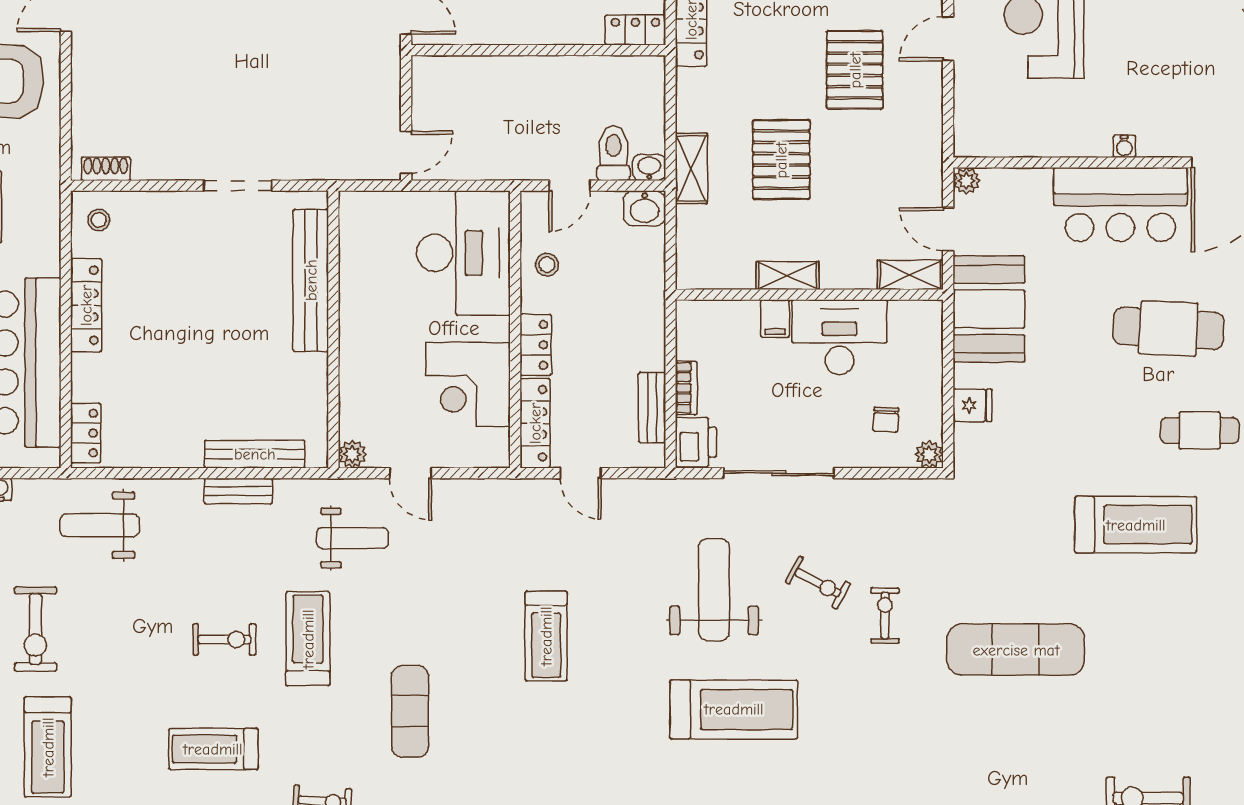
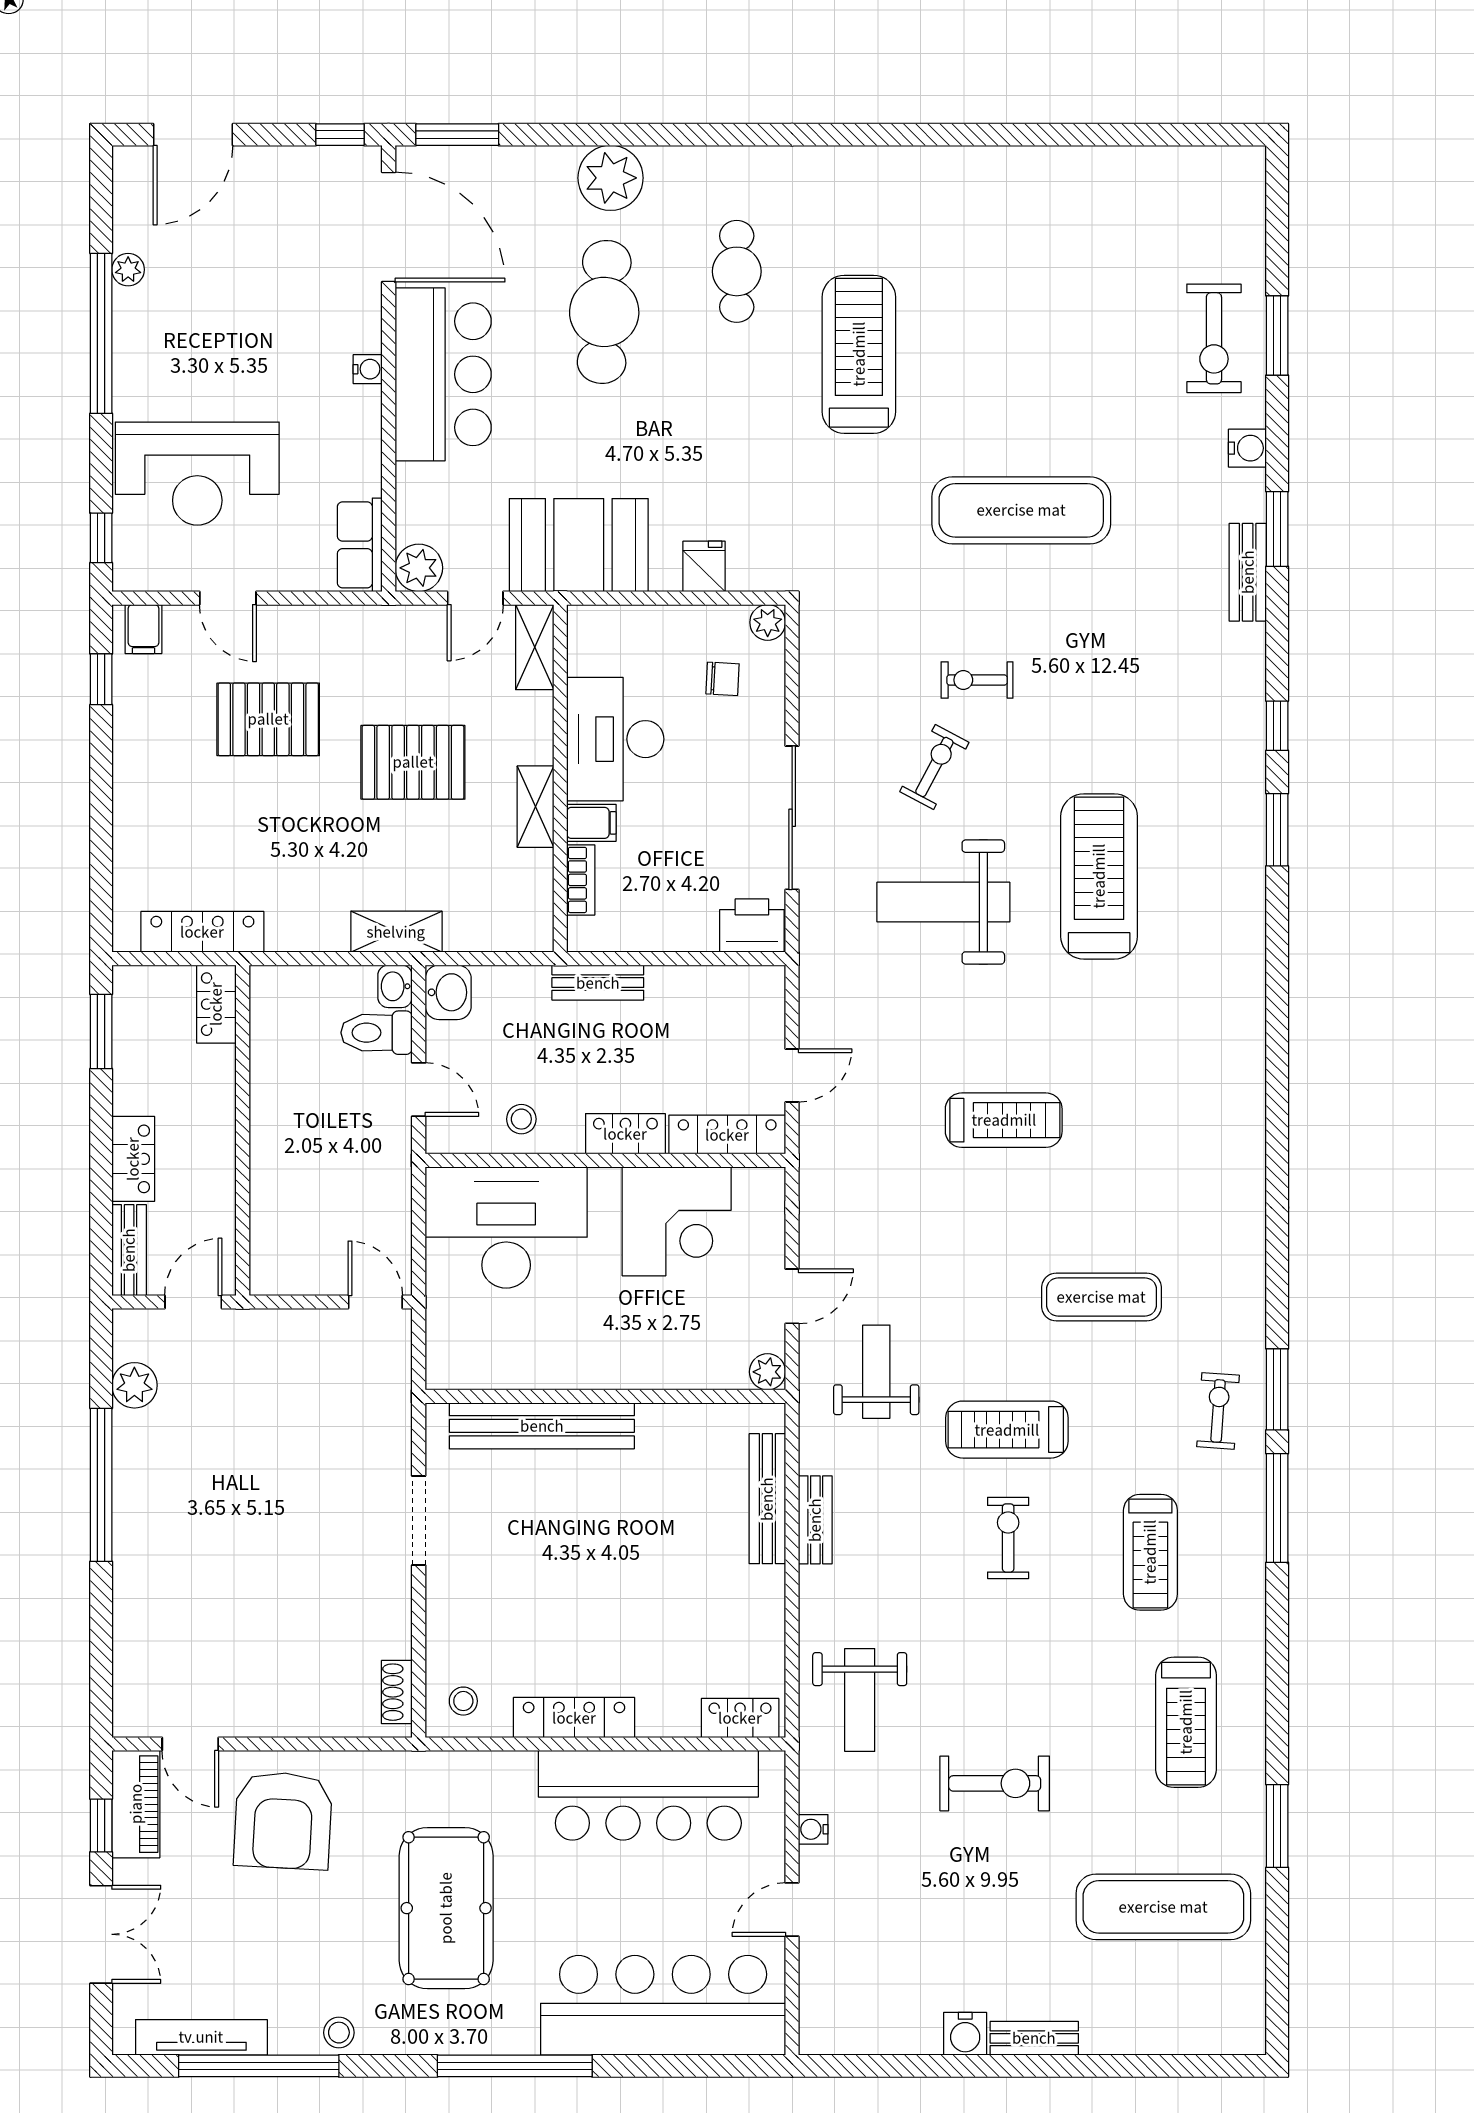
row of seats: (989, 140) -> (360, 545), added
pallet: (781, 160) -> (413, 762), moved
plant: (966, 181) -> (419, 568), width x1.38, depth x1.38
bookcase: (686, 388) -> (581, 880), moved, turned 90
bench: (652, 408) -> (598, 983), moved
exercise mat: (1016, 650) -> (1021, 510), turned 90
treadmill: (48, 747) -> (1186, 1722), moved, turned 90

